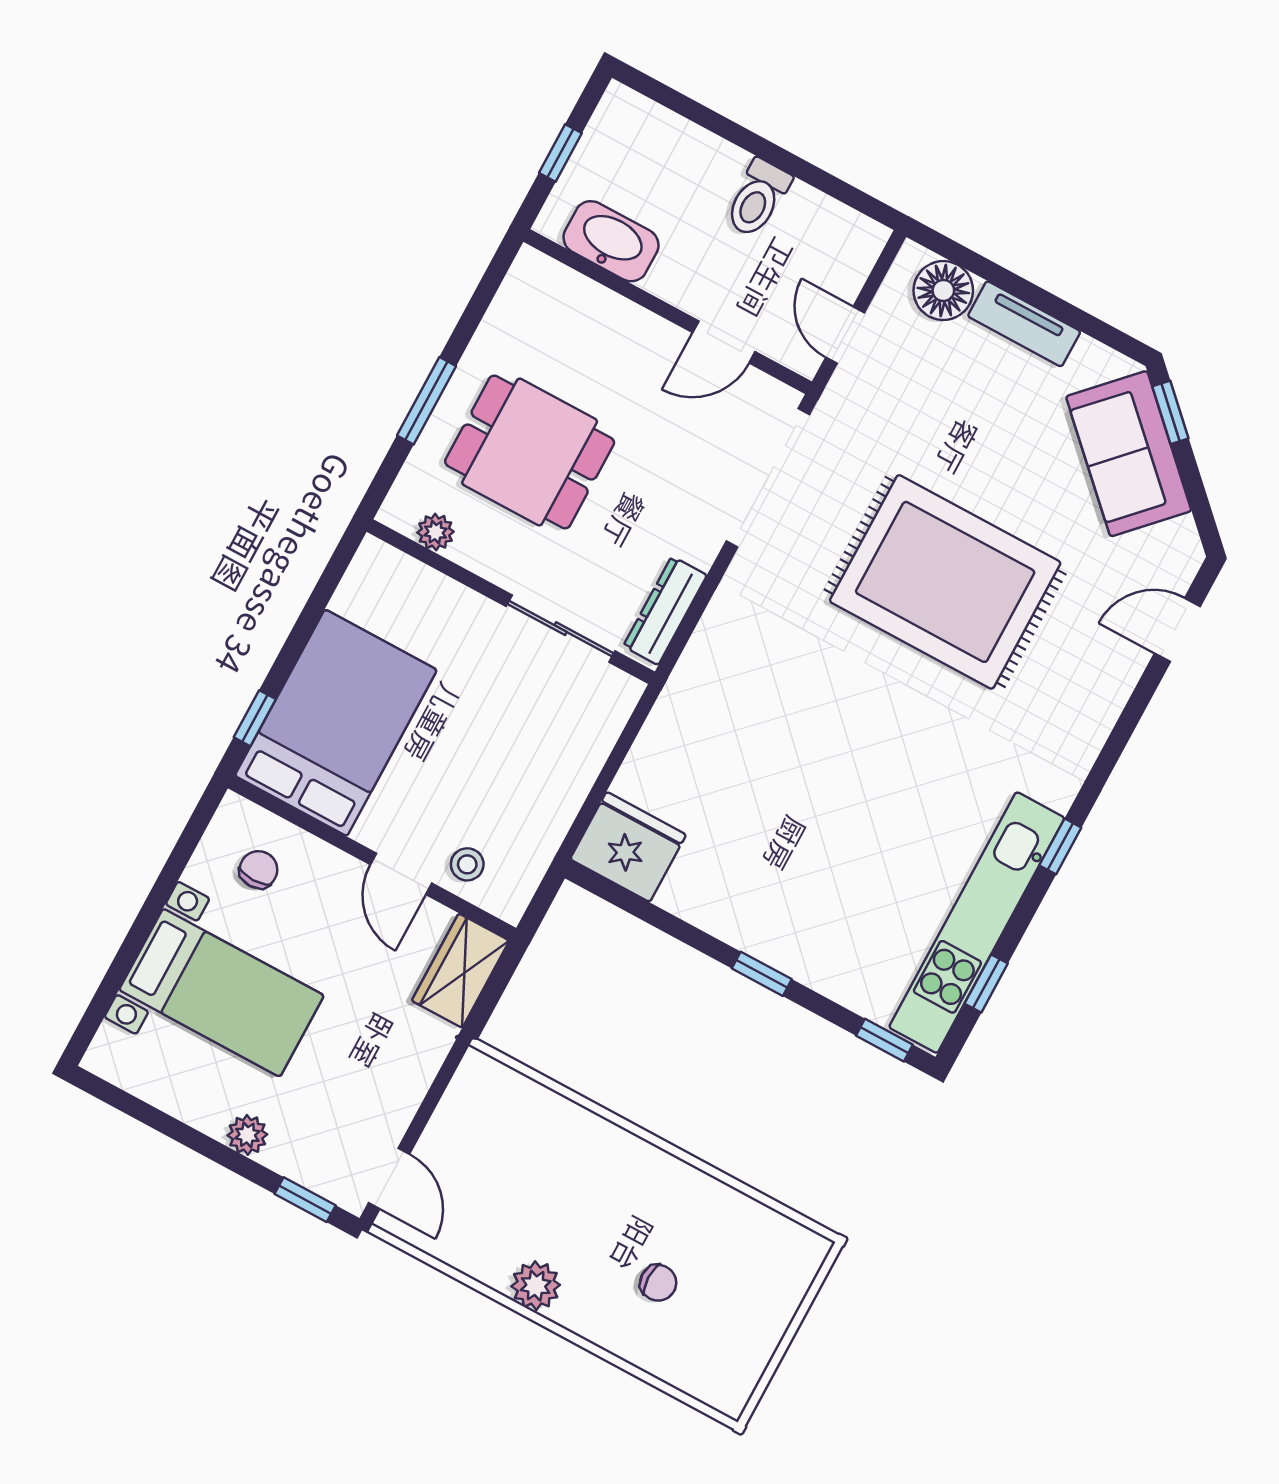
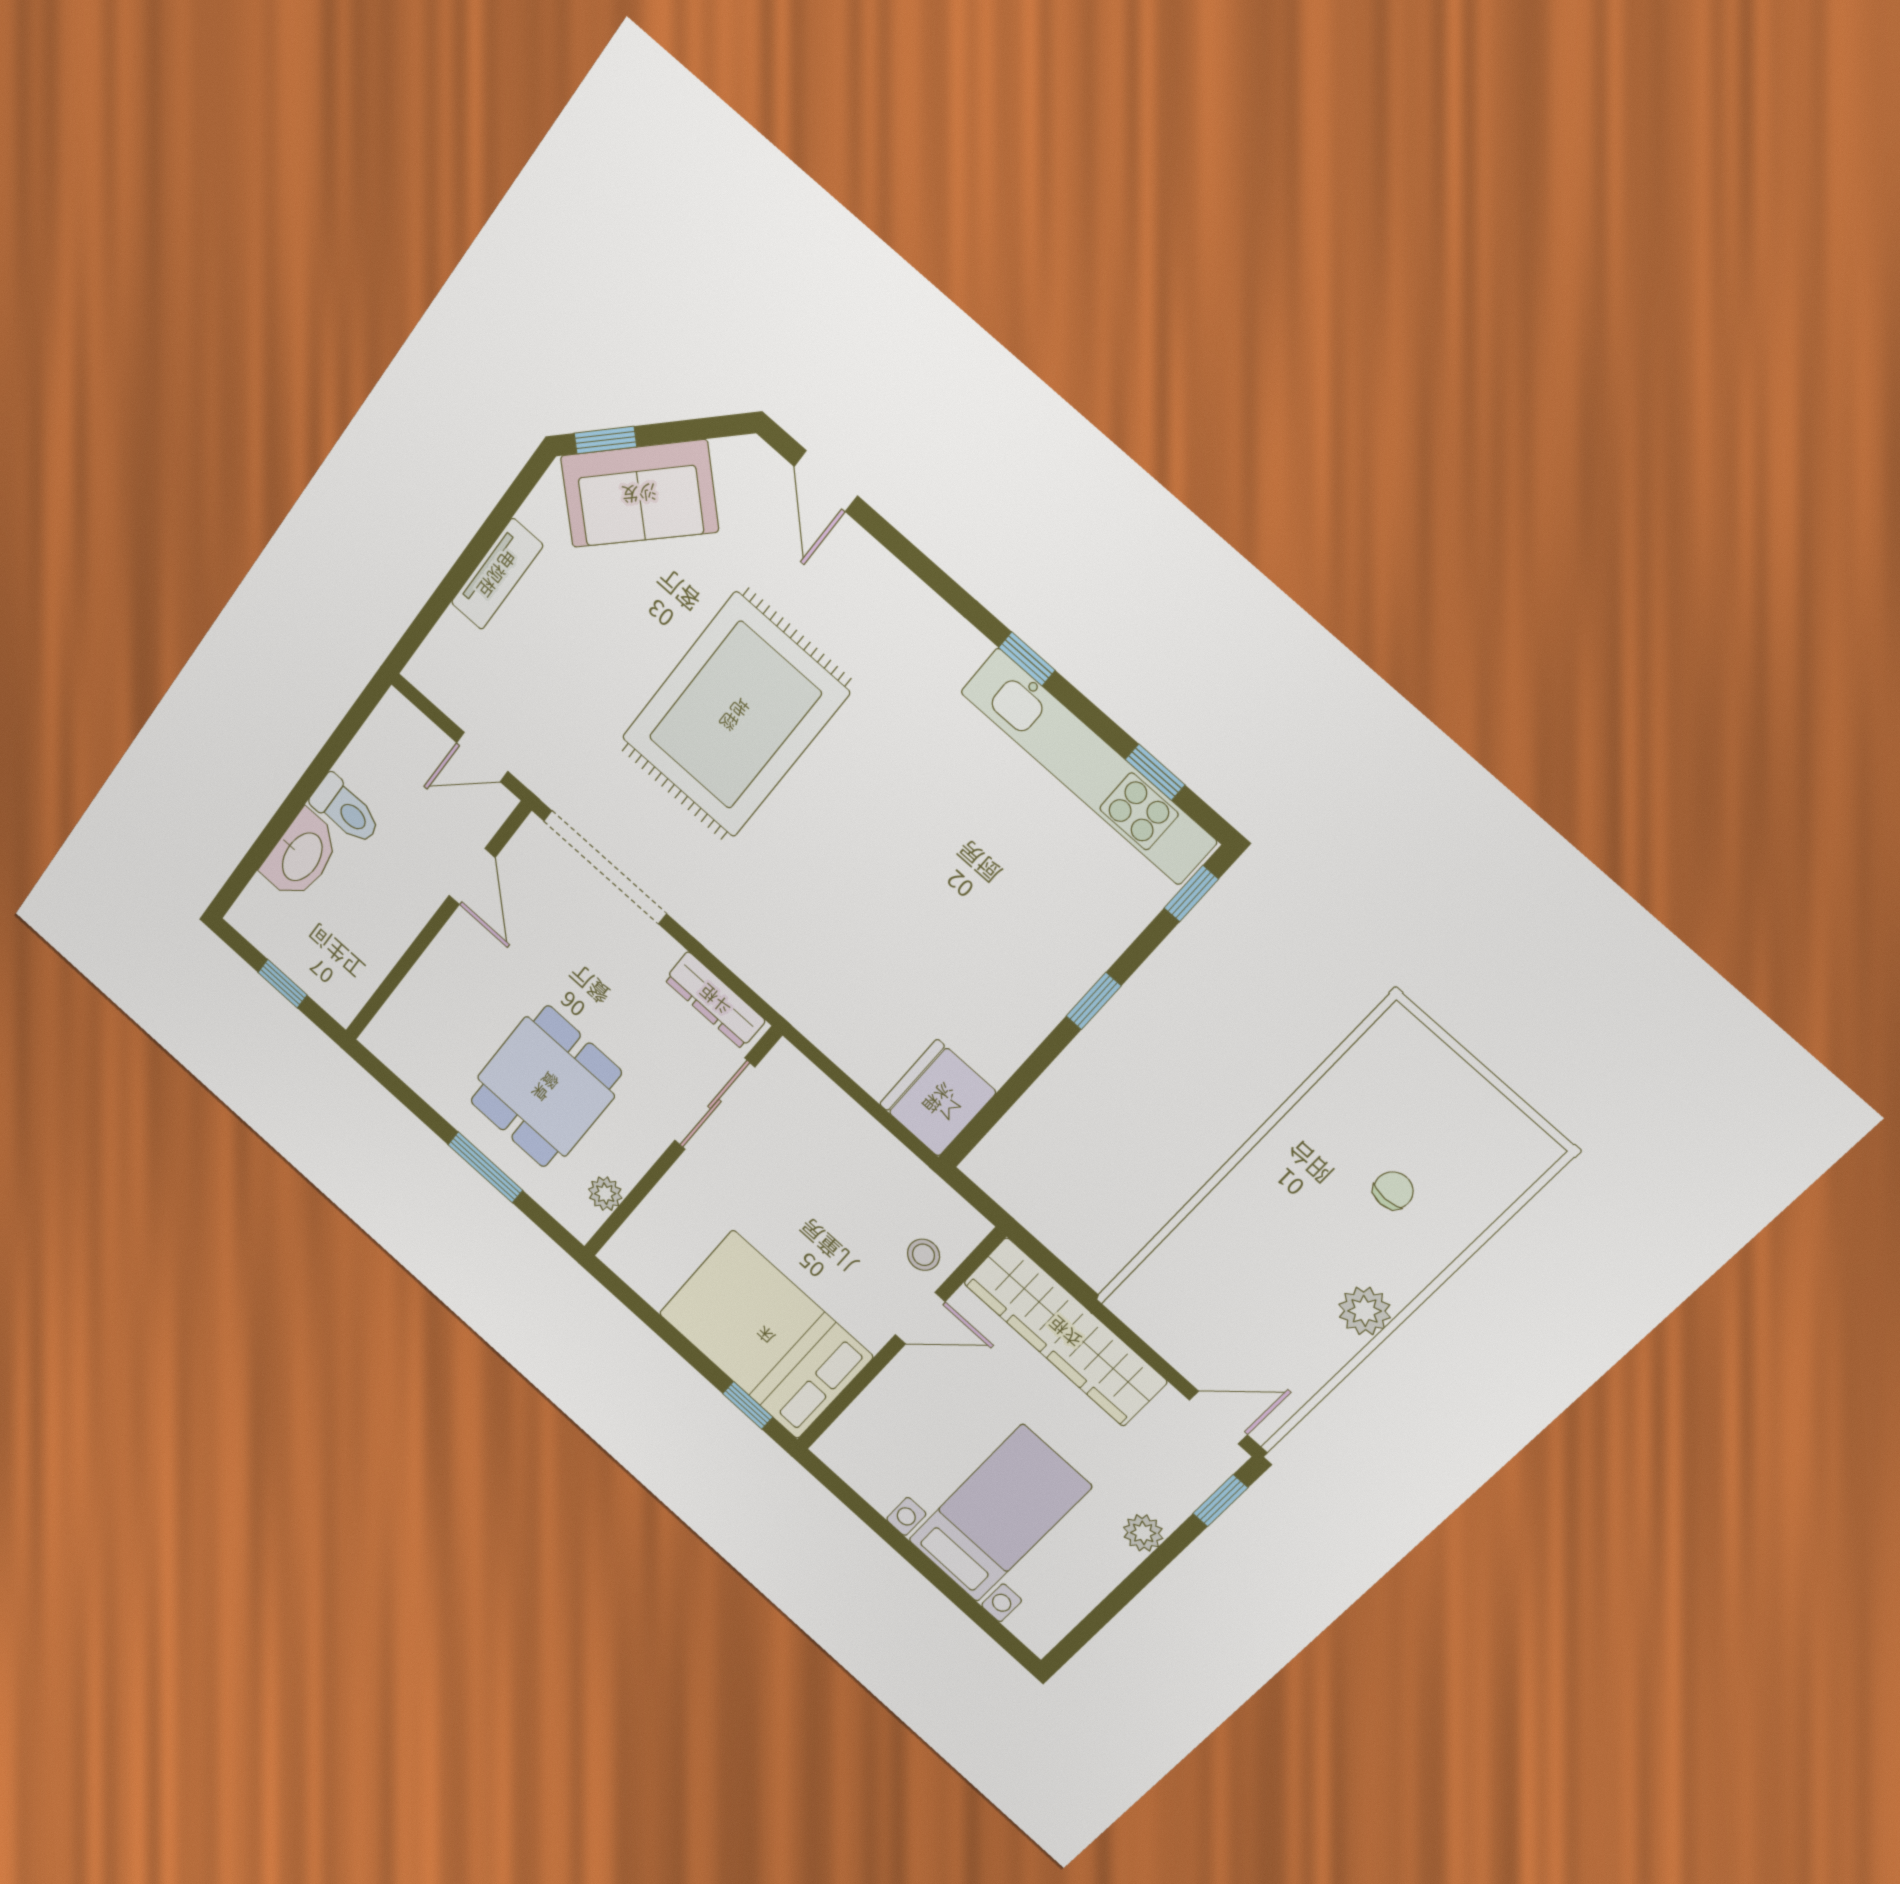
washbasin: (611, 241) -> (301, 856), moved, turned 180
floor lamp: (943, 291) -> (454, 649), removed
chair: (259, 870) -> (889, 1445), removed
wardrobe: (460, 971) -> (1065, 1332), width x2.10, depth x1.17

